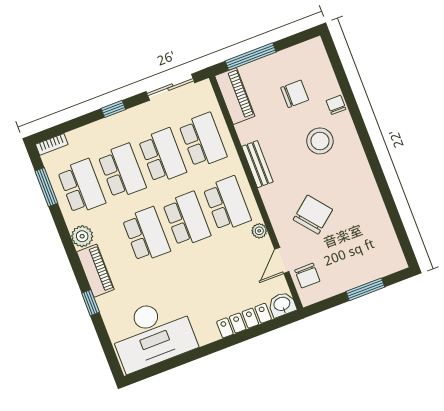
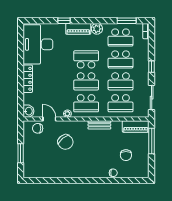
stool: (320, 141) -> (99, 159), removed
school desk: (146, 235) -> (86, 59), turned 180
locker: (244, 321) -> (28, 79), moved

